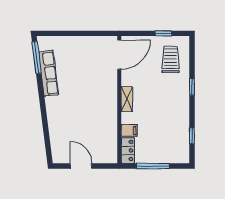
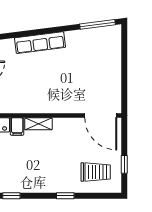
row of seats: (49, 73) -> (40, 43), moved
shelving: (127, 99) -> (38, 124), moved

